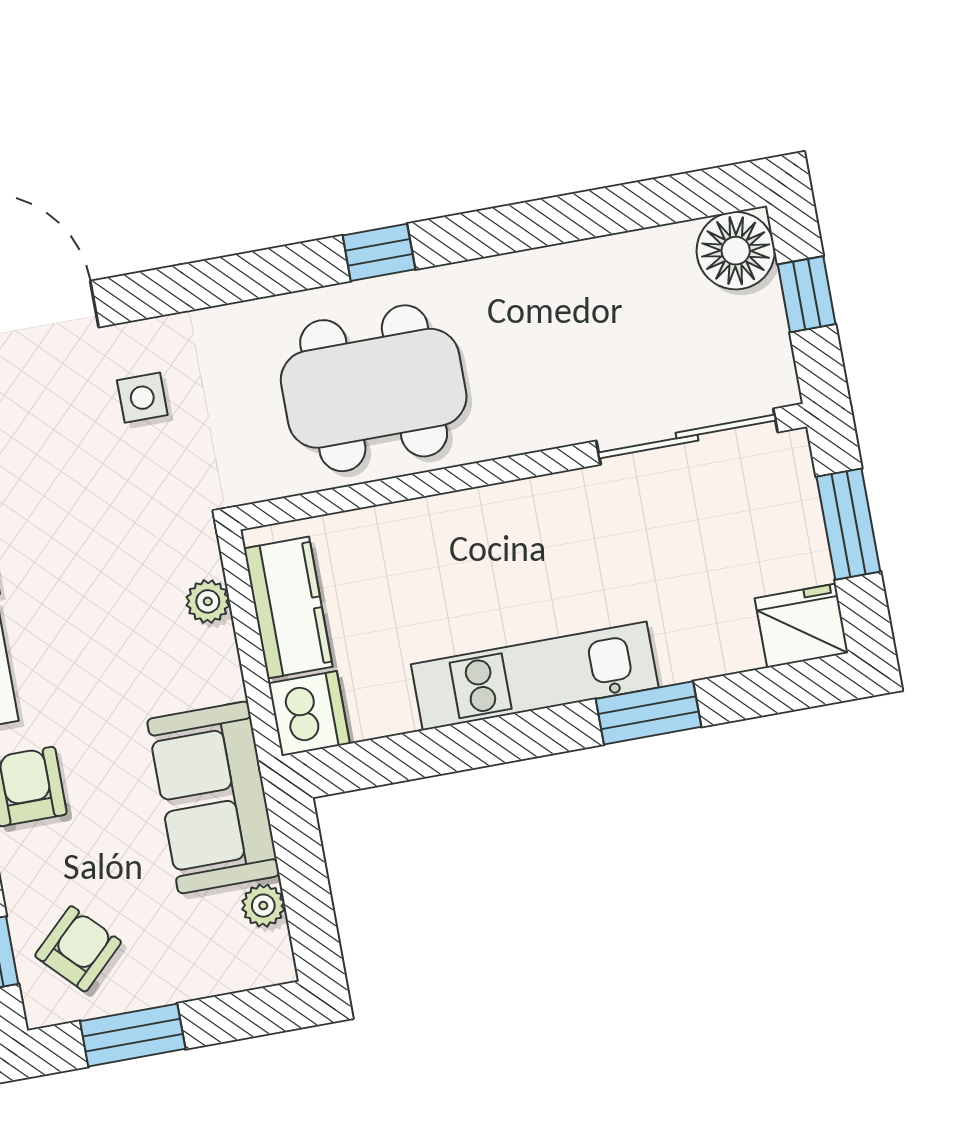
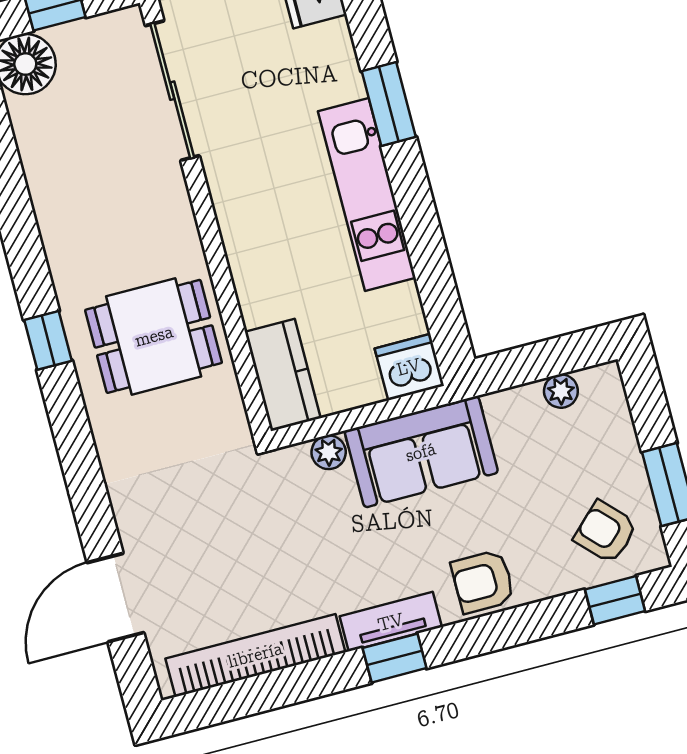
dining table: (374, 388) -> (154, 336), width x0.73
side table: (142, 398) -> (175, 515), removed
kitchen counter: (288, 608) -> (283, 375), moved, turned 90
sofa: (213, 797) -> (421, 452), moved

